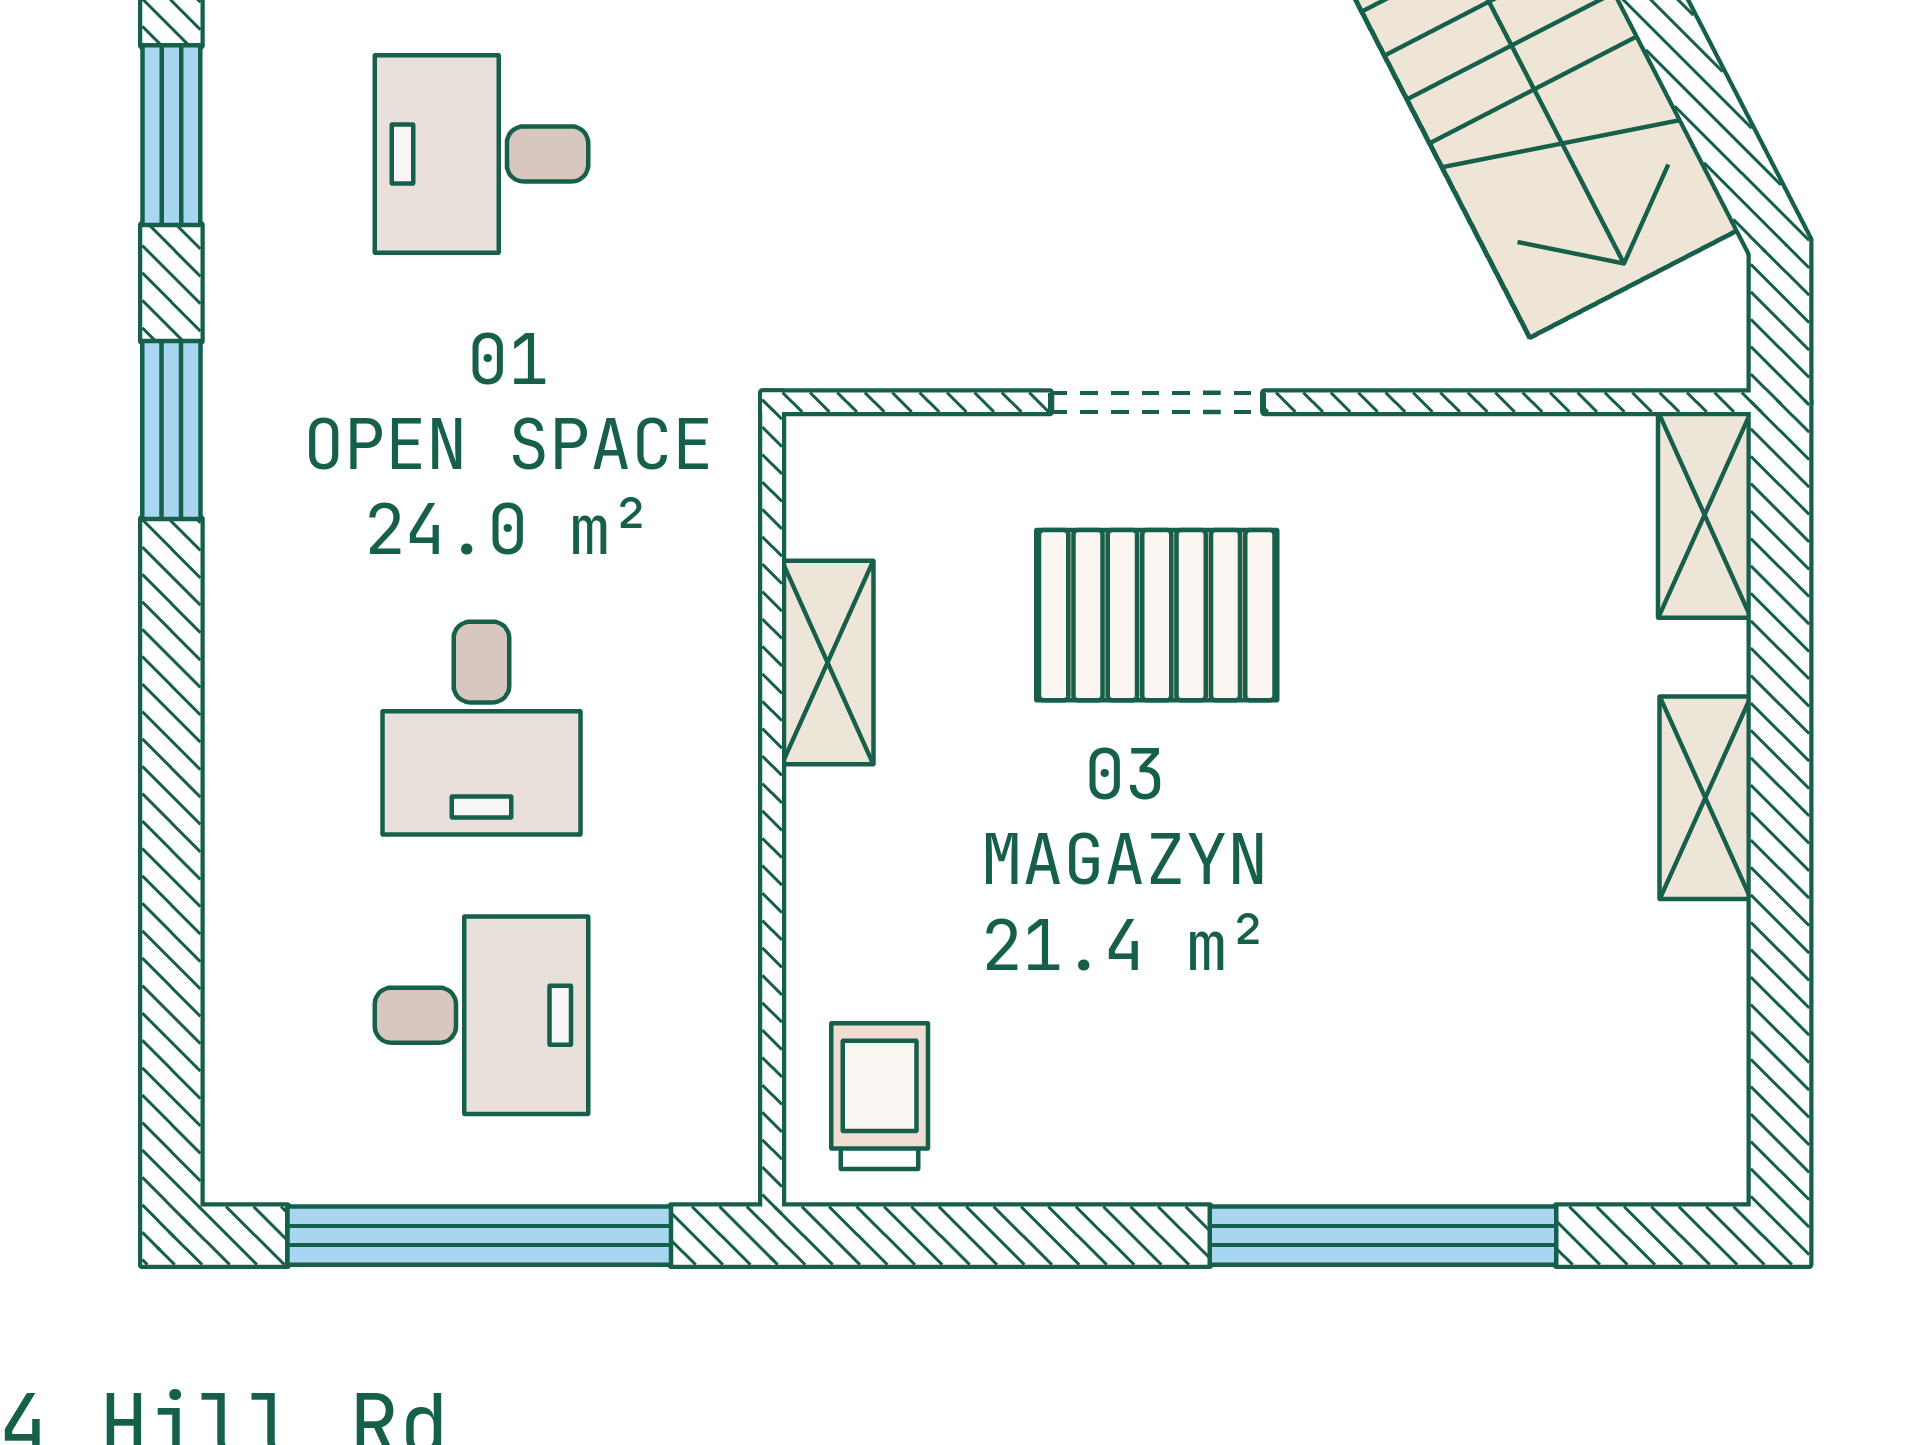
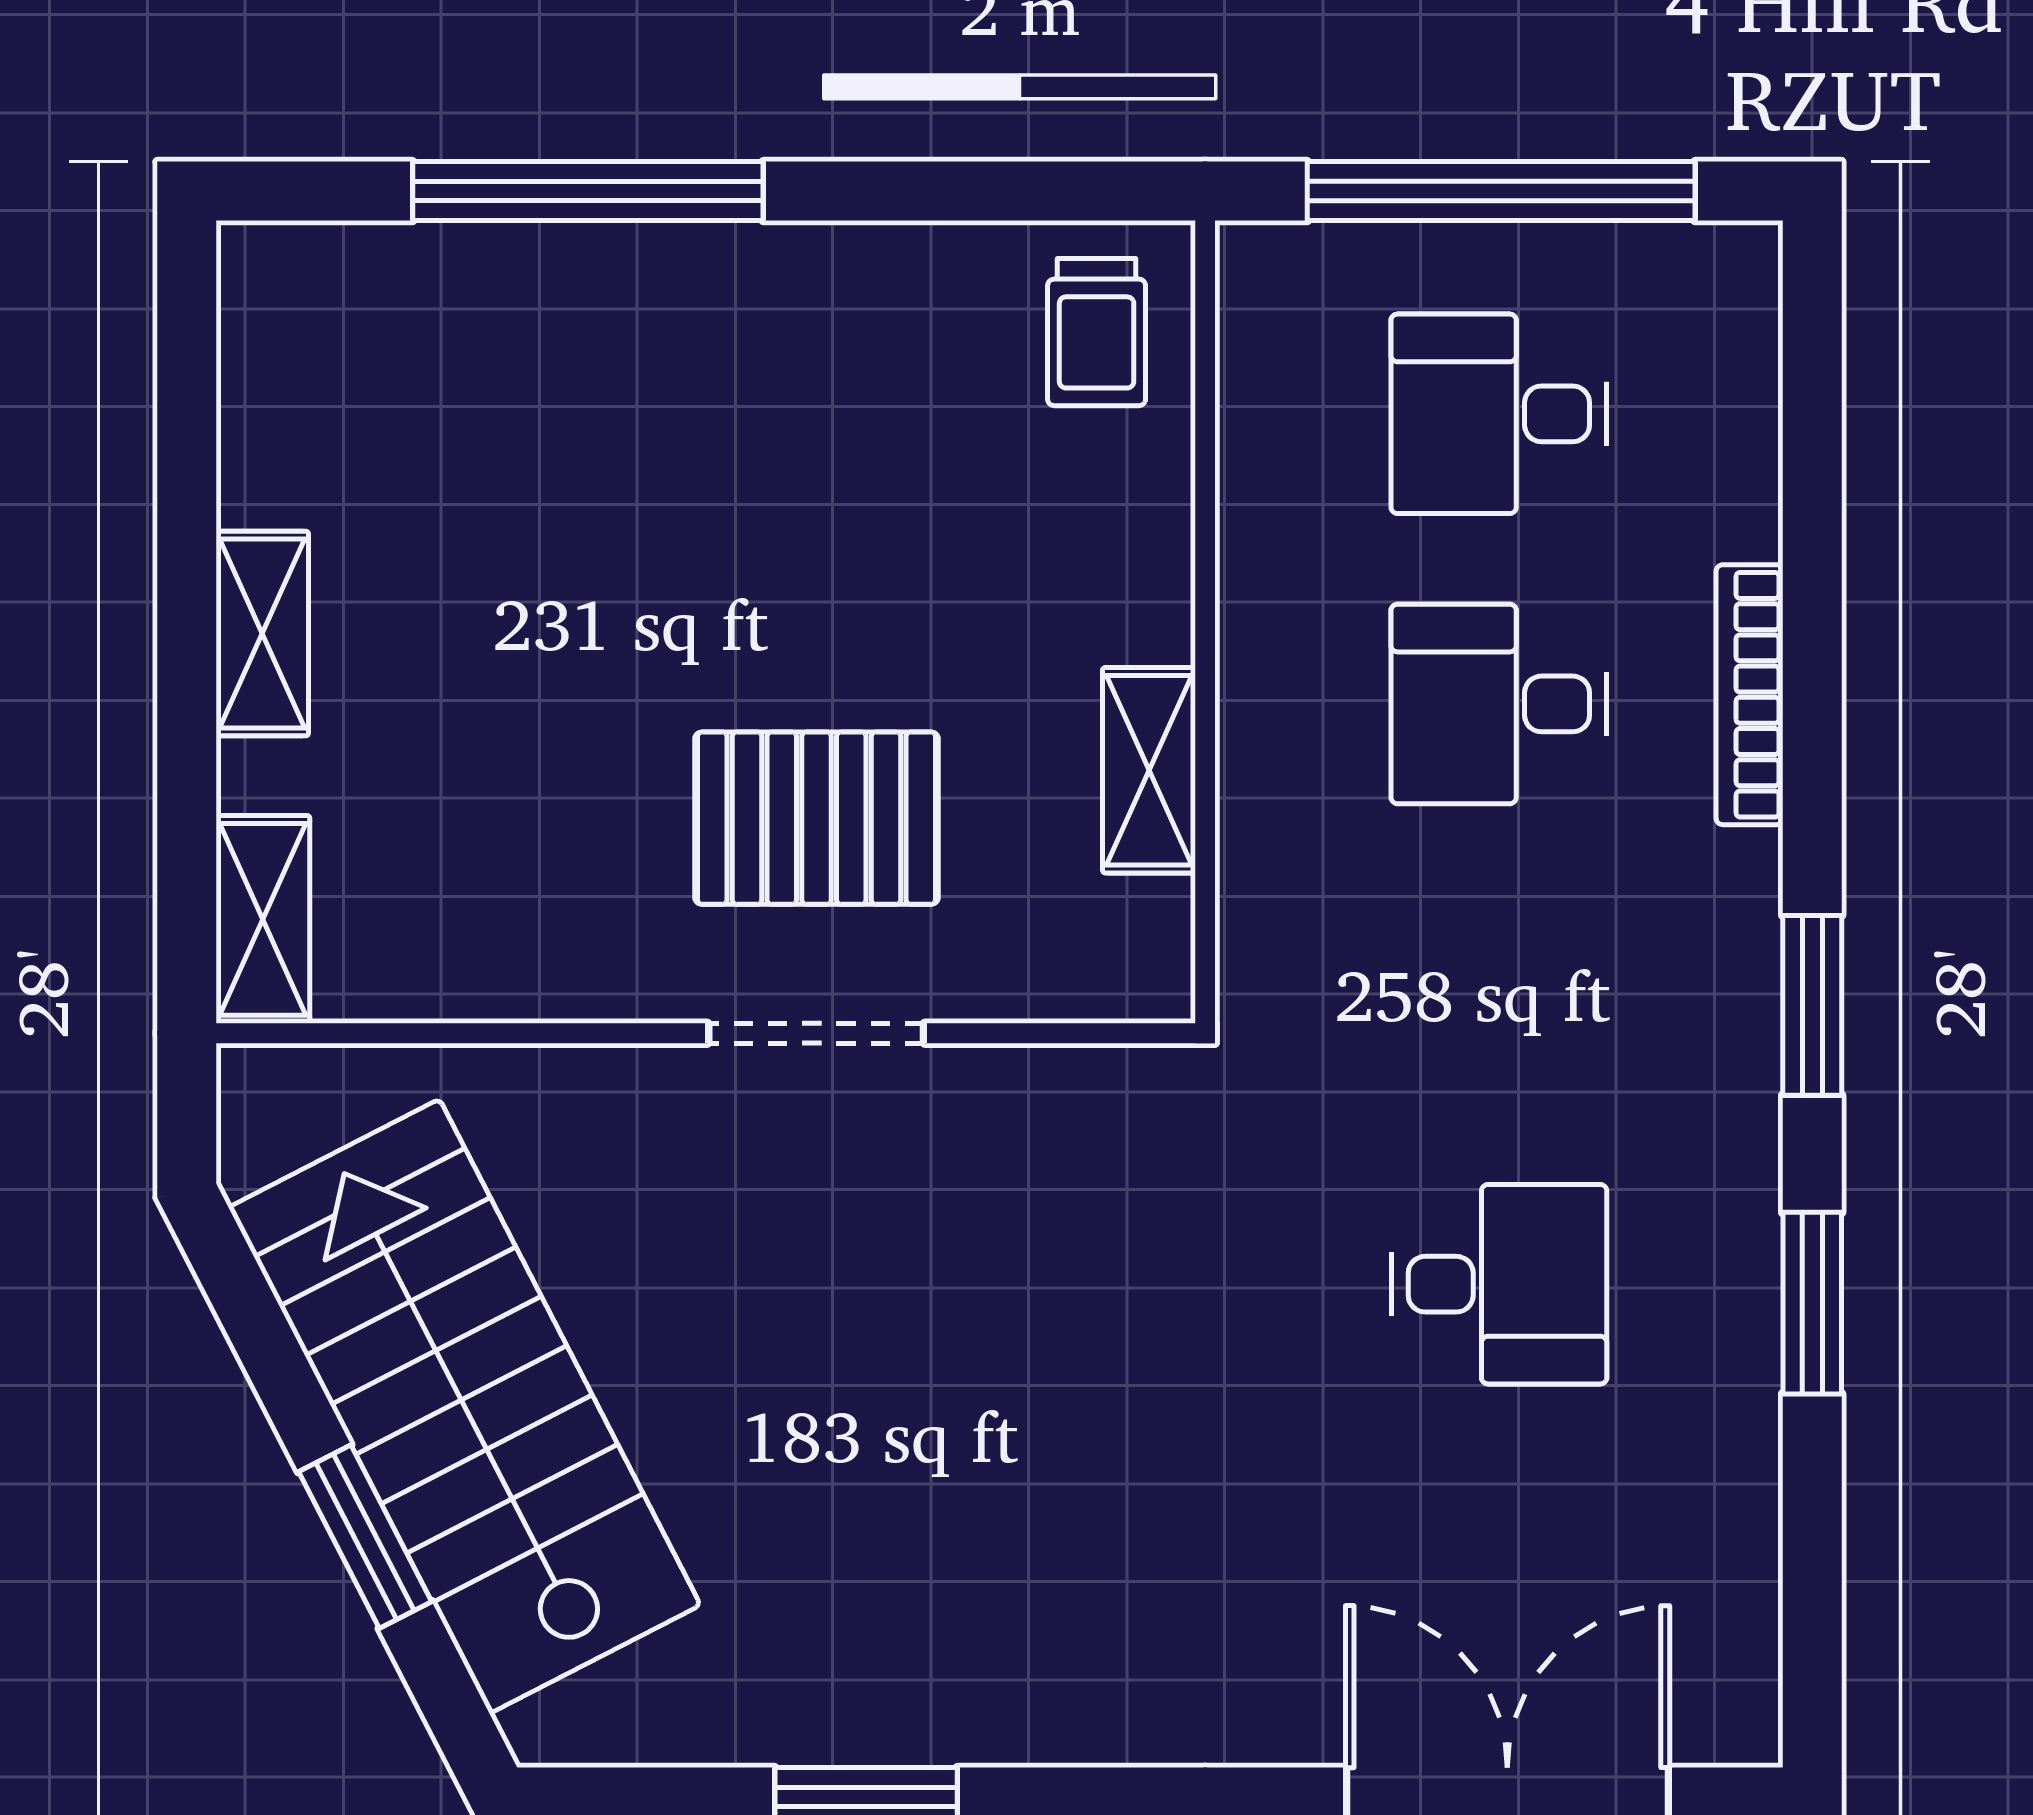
desk: (481, 728) -> (1499, 704), turned -90
bookcase: (233, 737) -> (1750, 695), added

